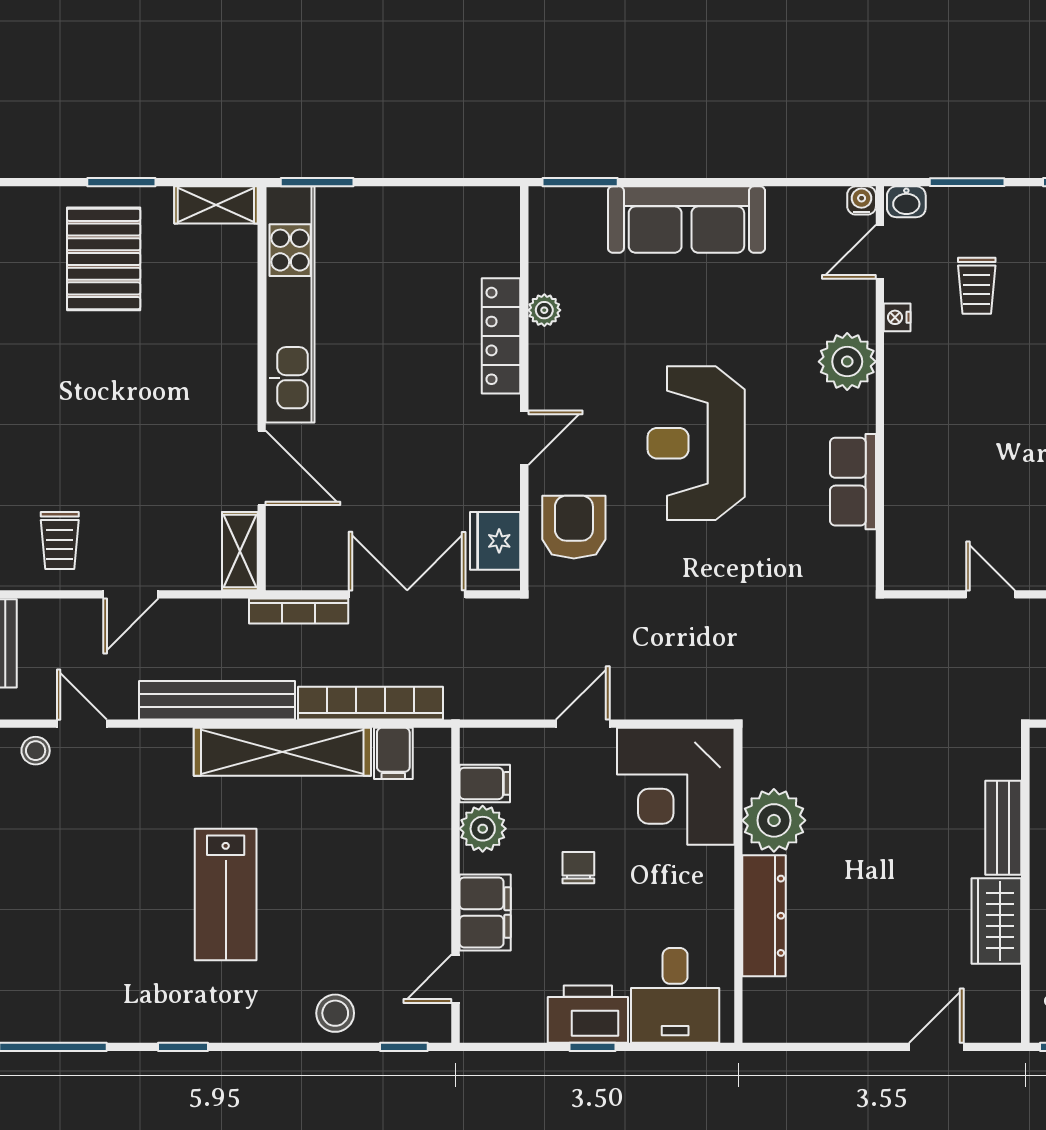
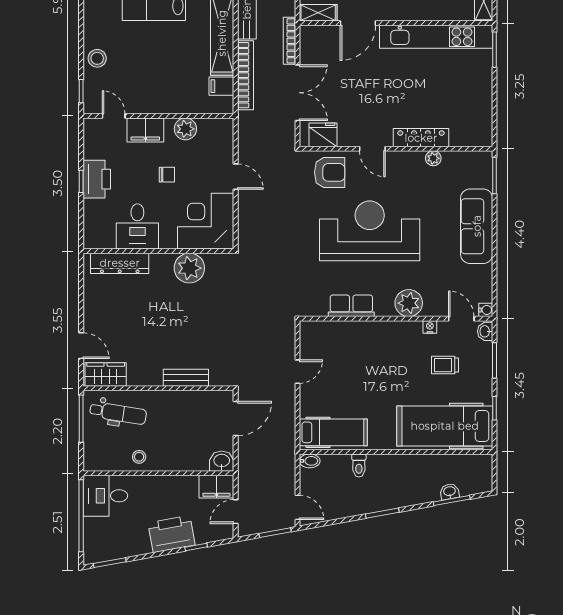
reception desk: (696, 443) -> (370, 231), width x1.36, depth x1.30
filing cabinet: (485, 783) -> (207, 130), removed
dresser: (764, 916) -> (120, 263), moved
wardrobe: (996, 921) -> (106, 374), moved
desk: (675, 995) -> (137, 226), moved, turned -90

